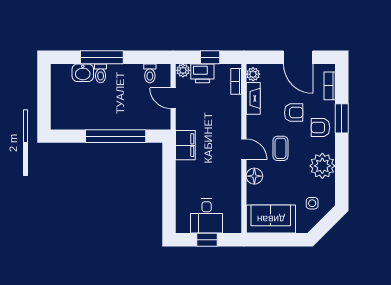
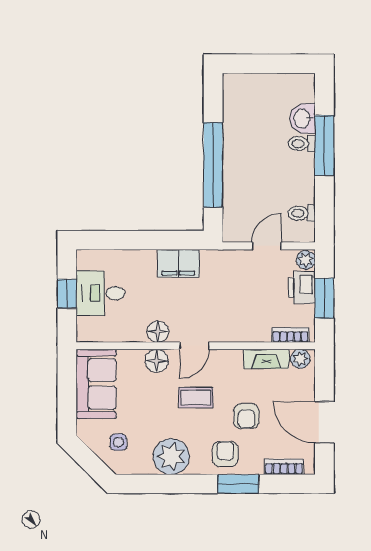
window: (210, 57) -> (324, 298), width x1.50
door: (298, 57) -> (324, 422), hinge flipped
filing cabinet: (185, 145) -> (178, 263), moved
floor lamp: (234, 175) -> (158, 332), added

